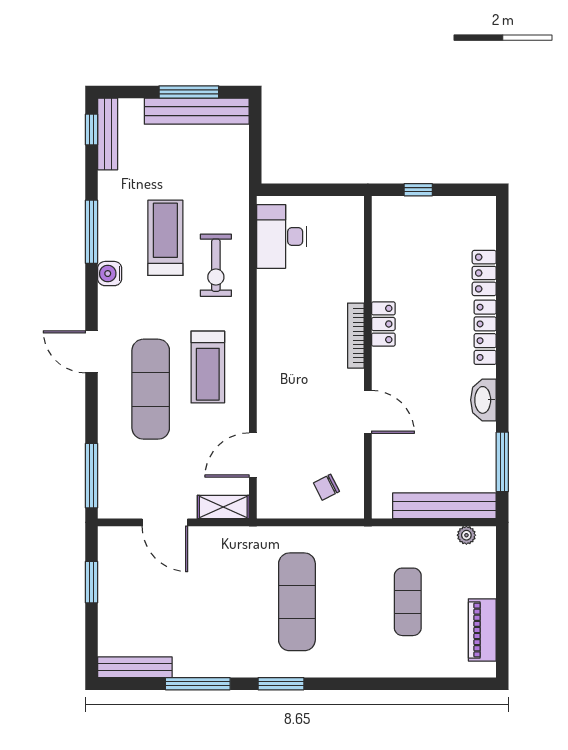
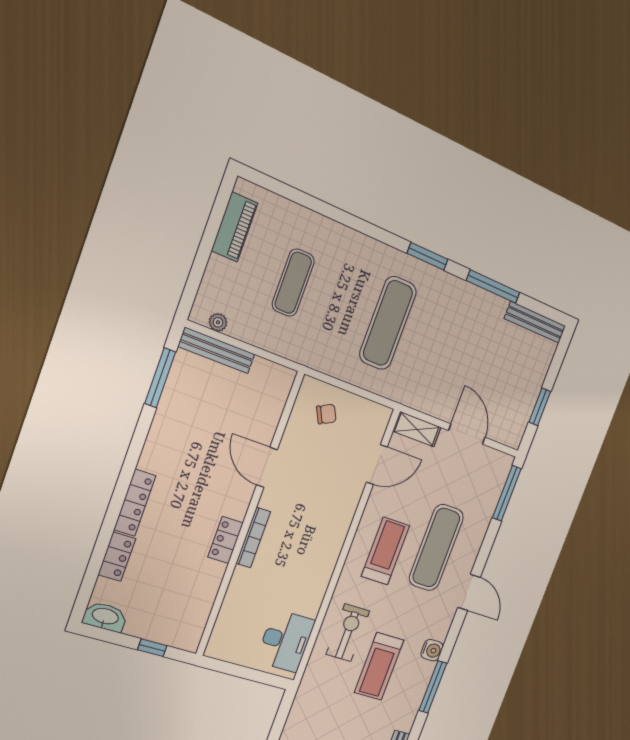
washbasin: (483, 400) -> (105, 617), moved, turned -90
bench: (444, 506) -> (217, 350), width x0.73, depth x0.82

